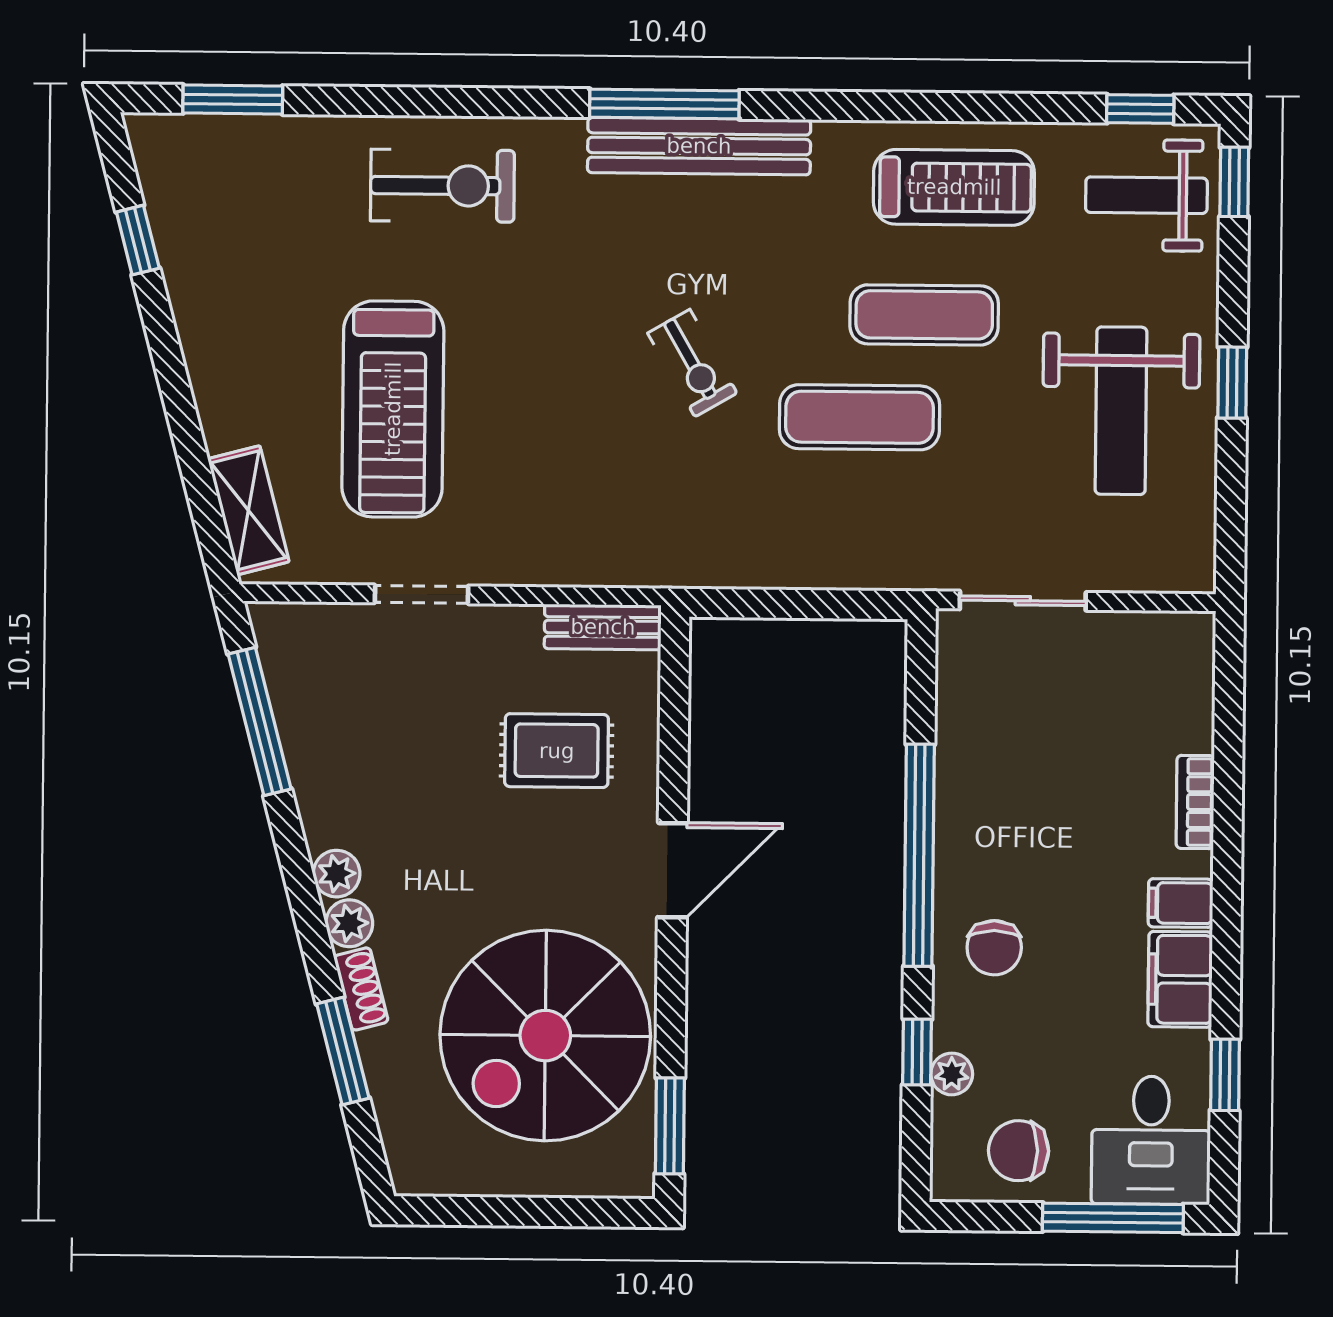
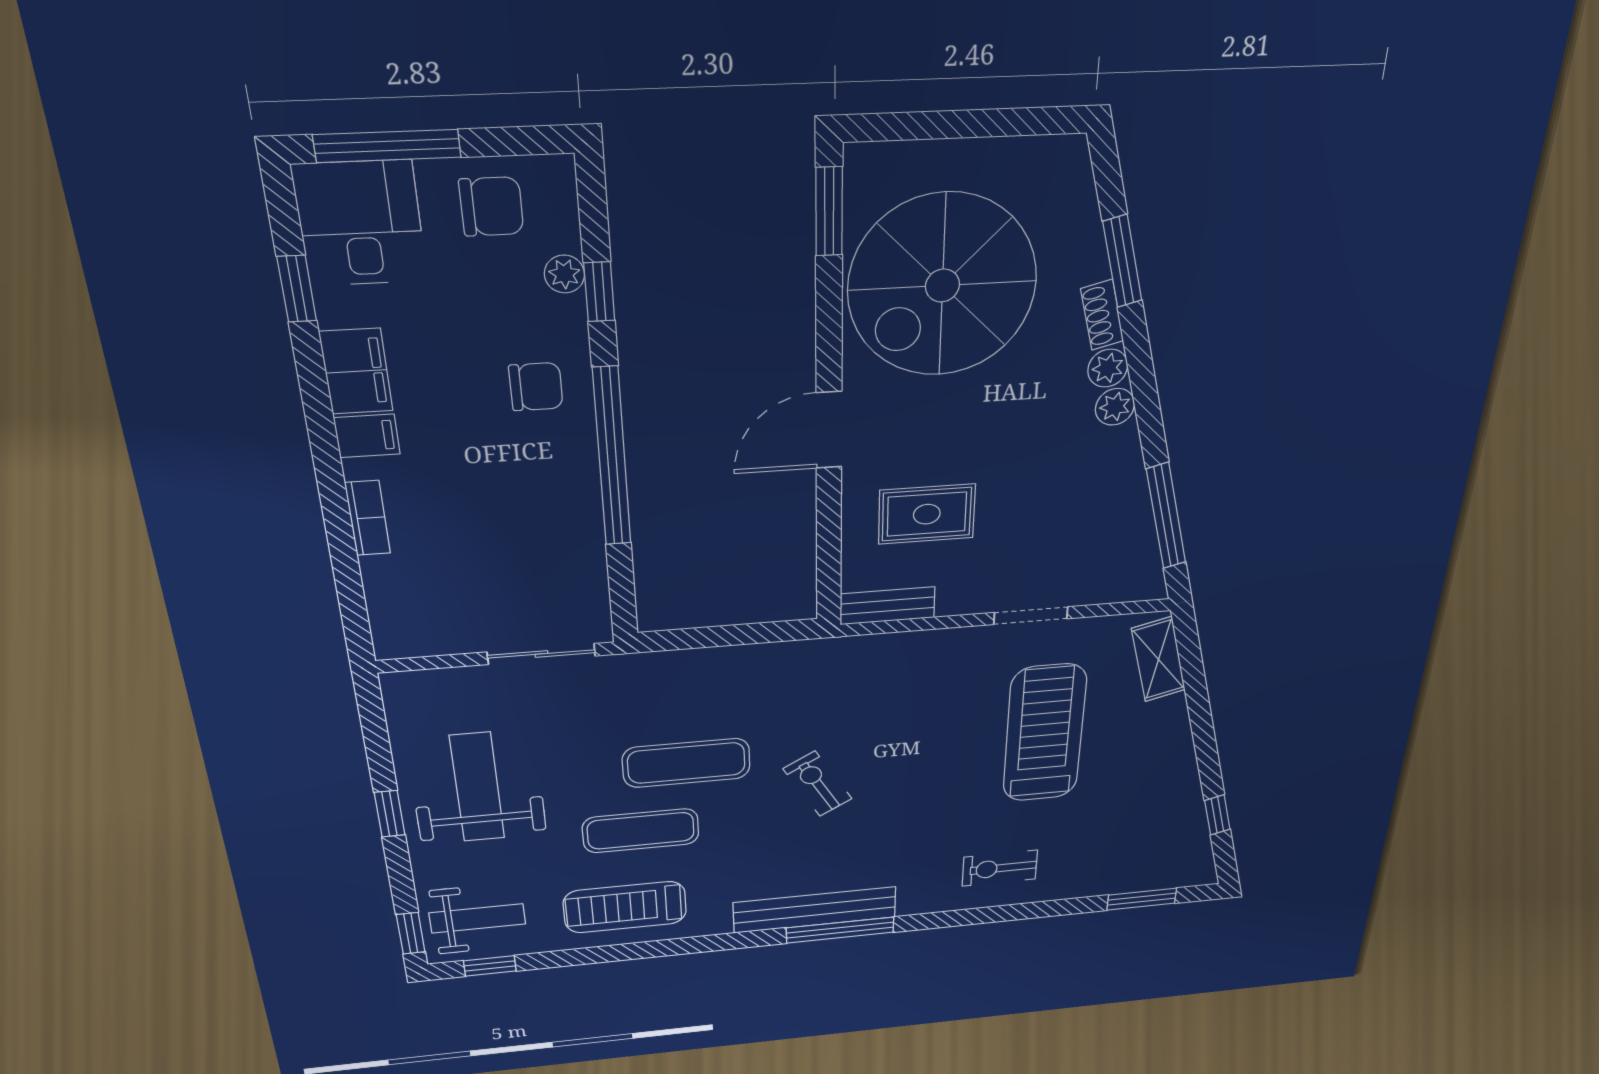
exercise bike: (442, 186) -> (1000, 868), width x0.73, depth x0.72
chair: (994, 948) -> (536, 387), turned 90
spiral stairs: (545, 1036) -> (942, 285), turned 180

